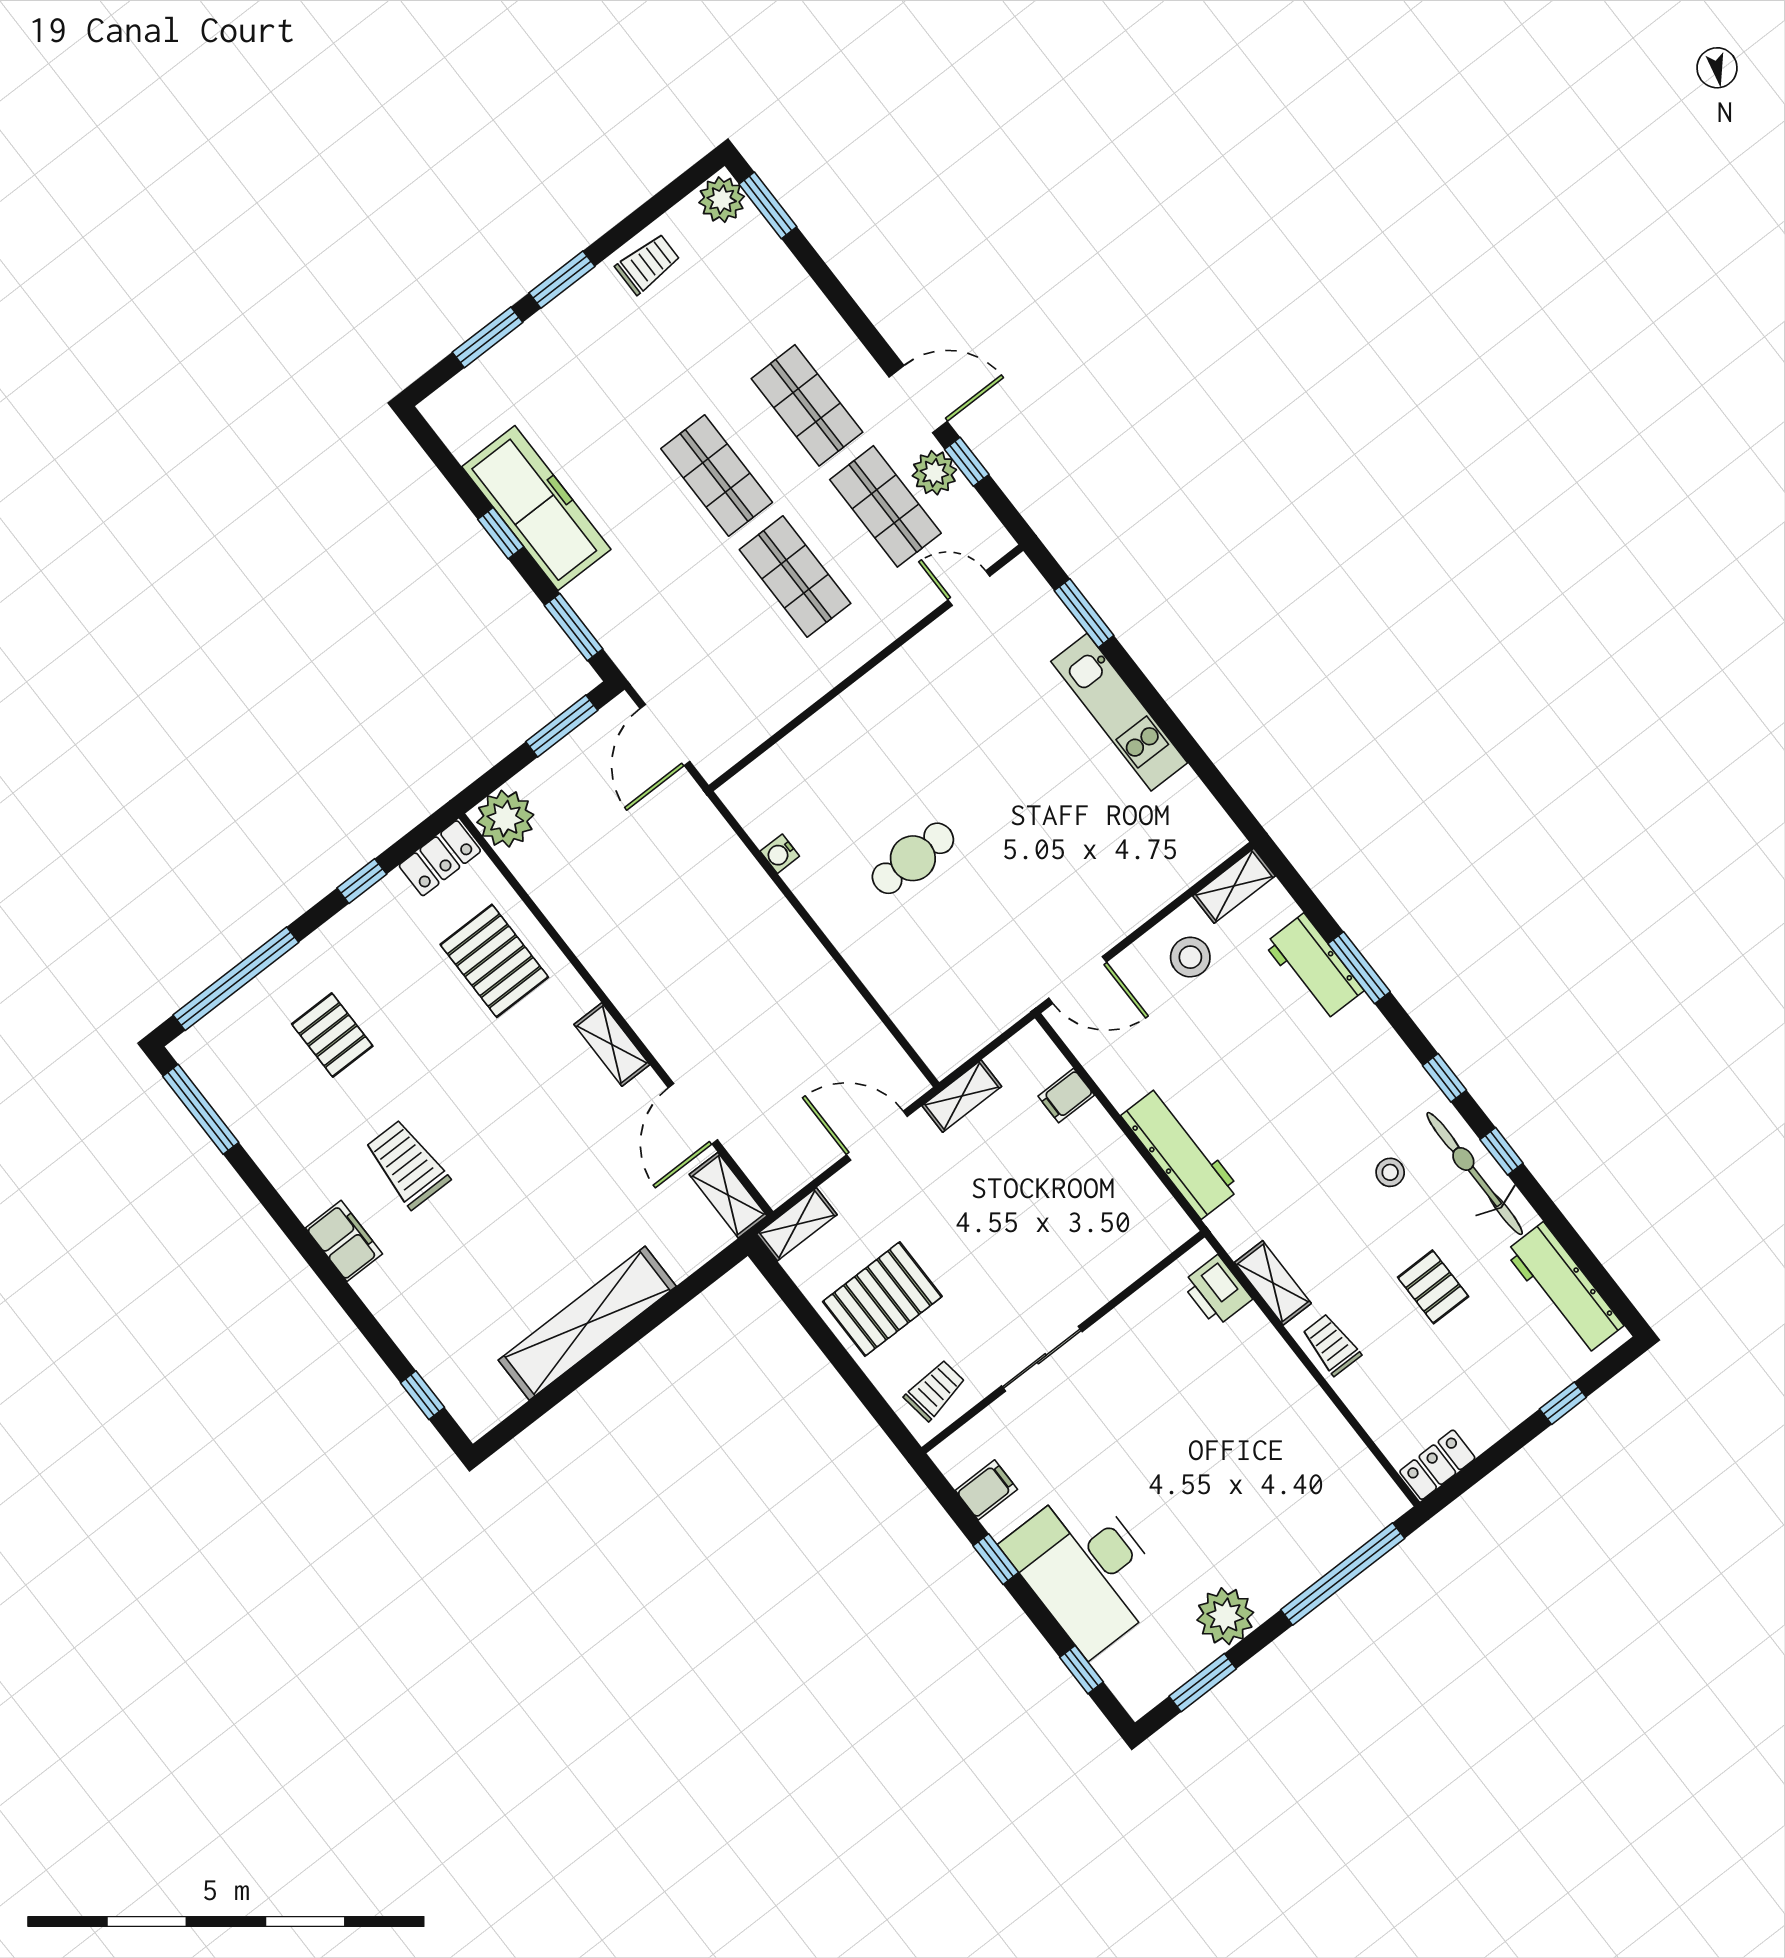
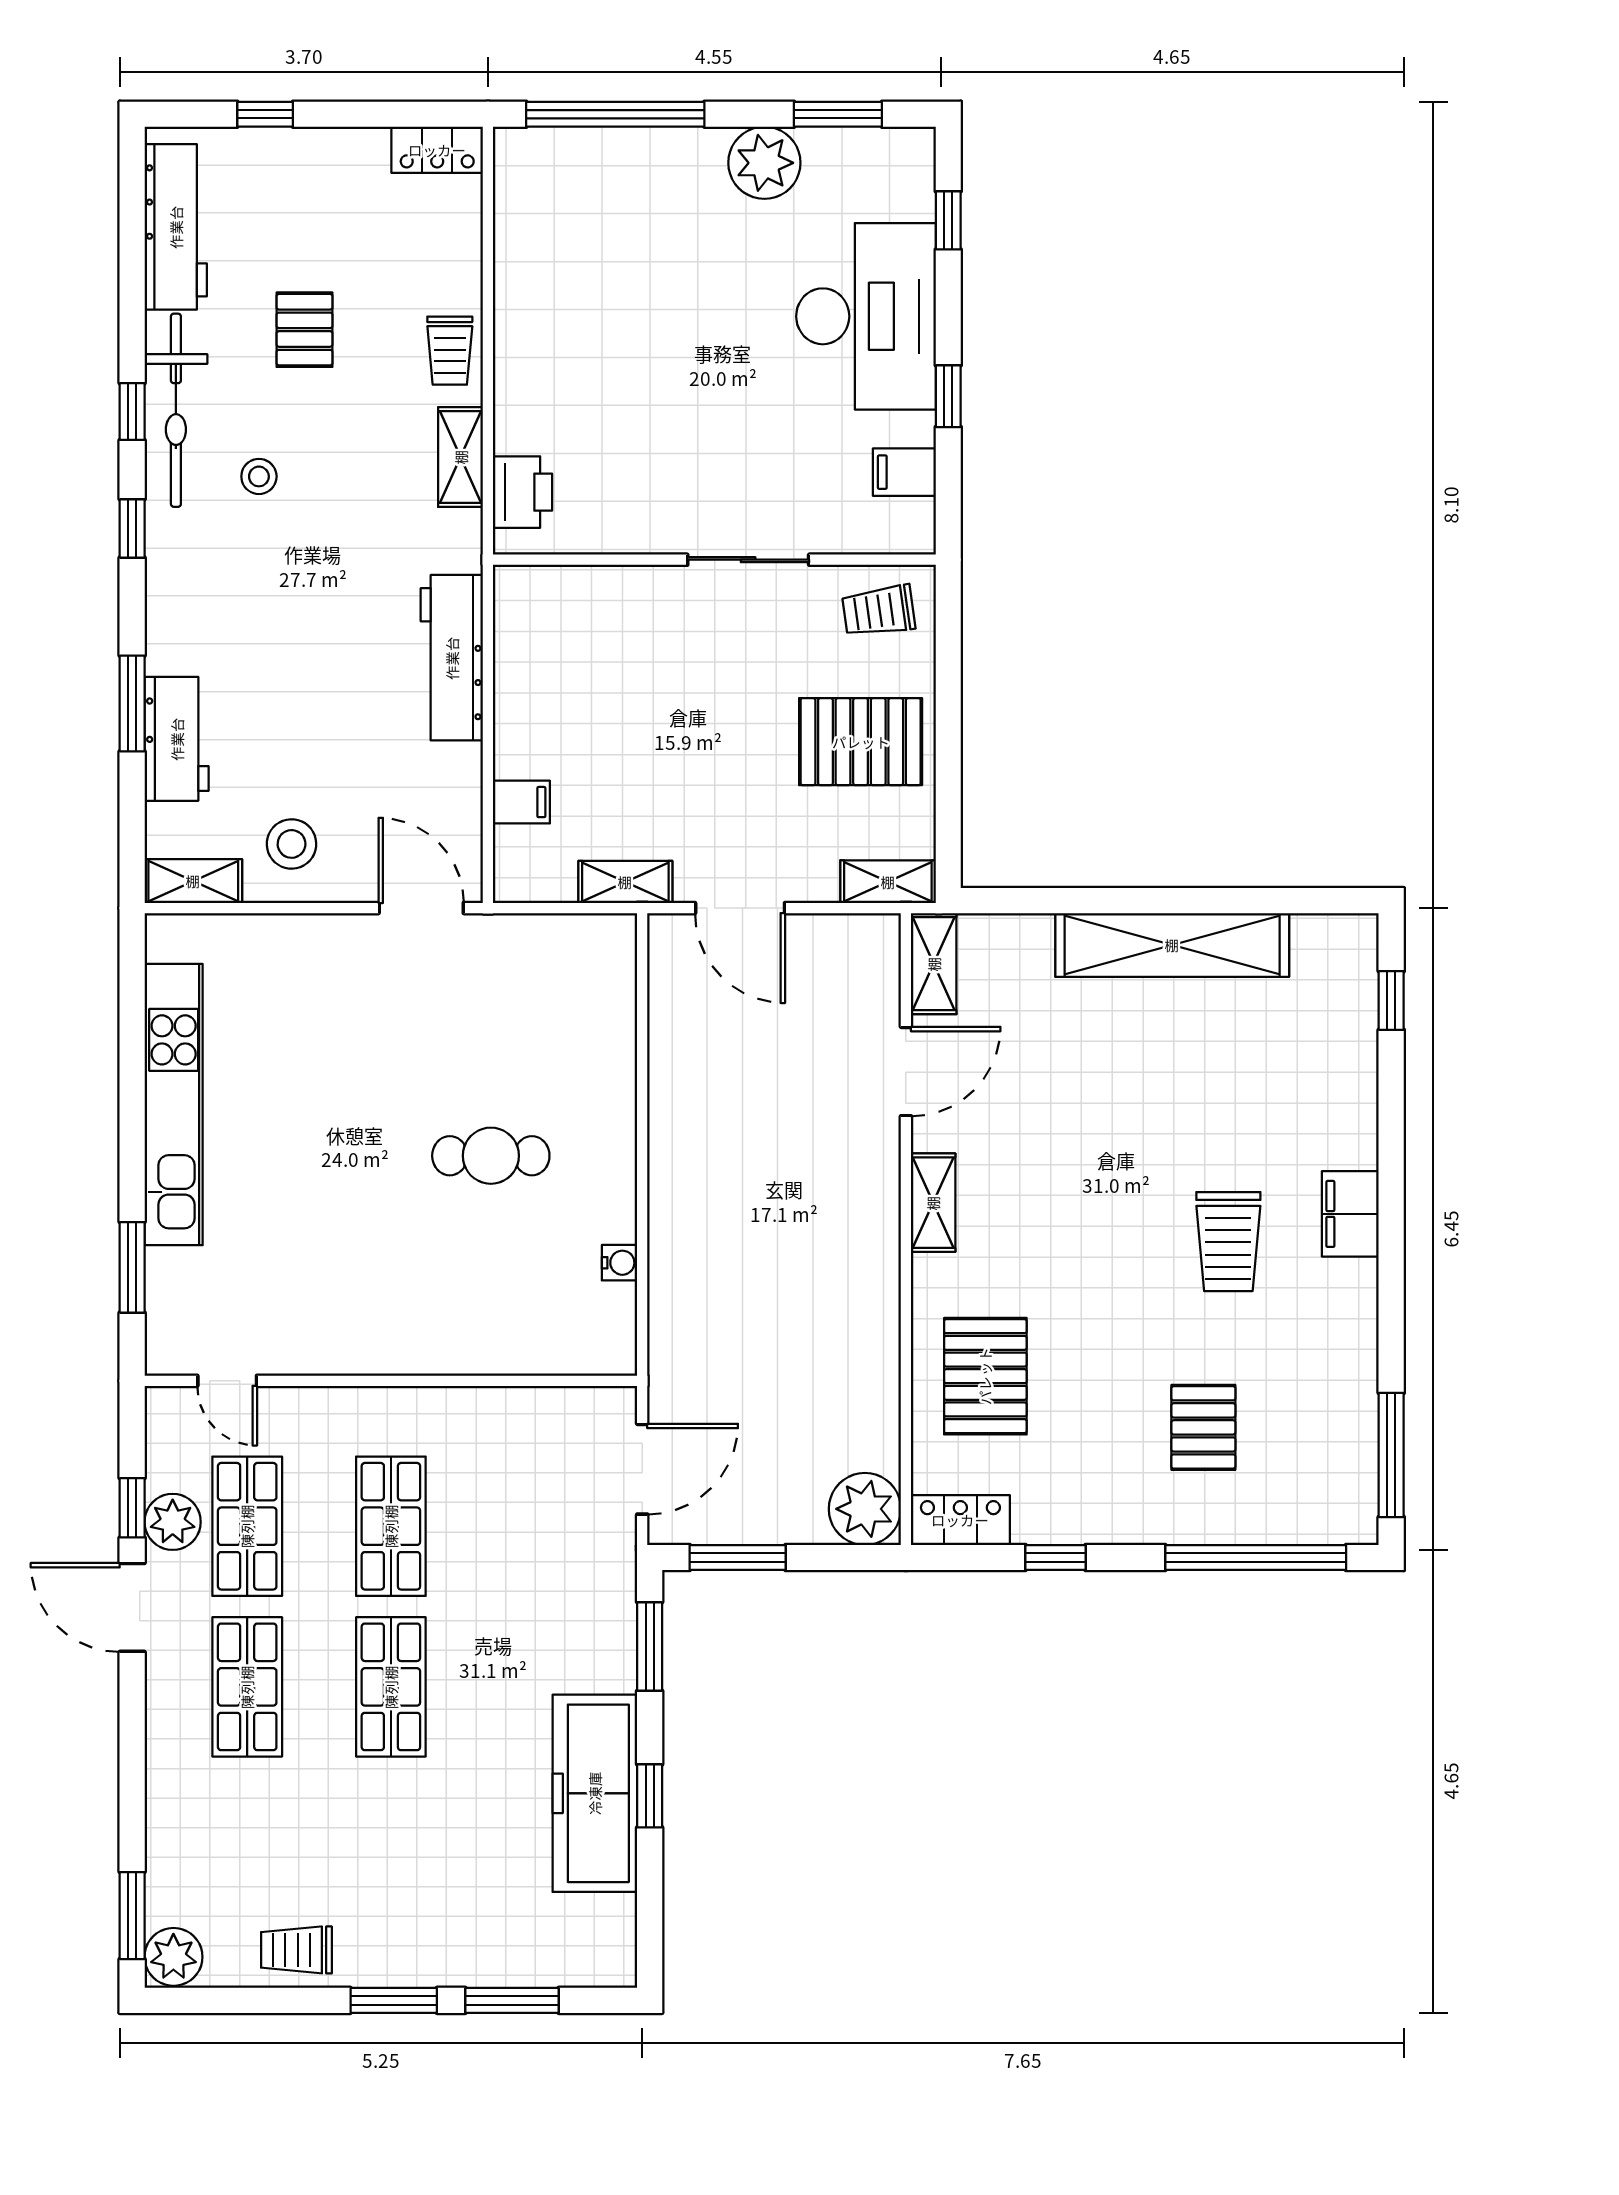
kitchen unit: (1119, 712) -> (174, 1105), width x1.36

